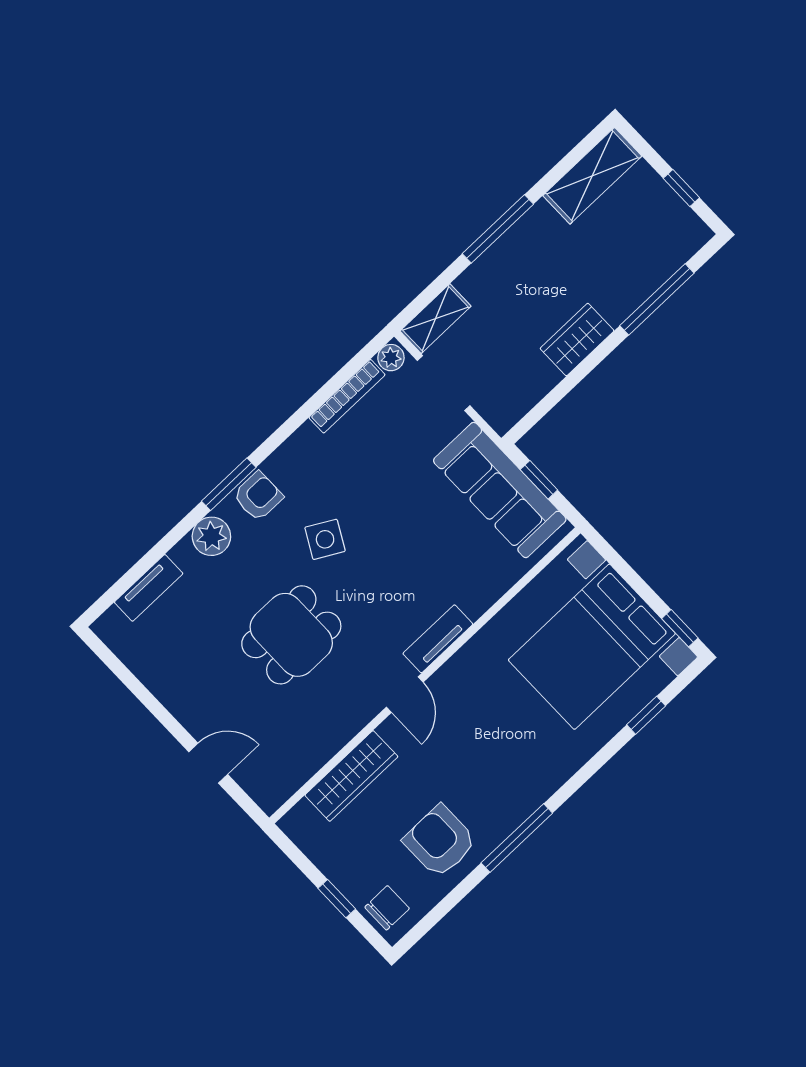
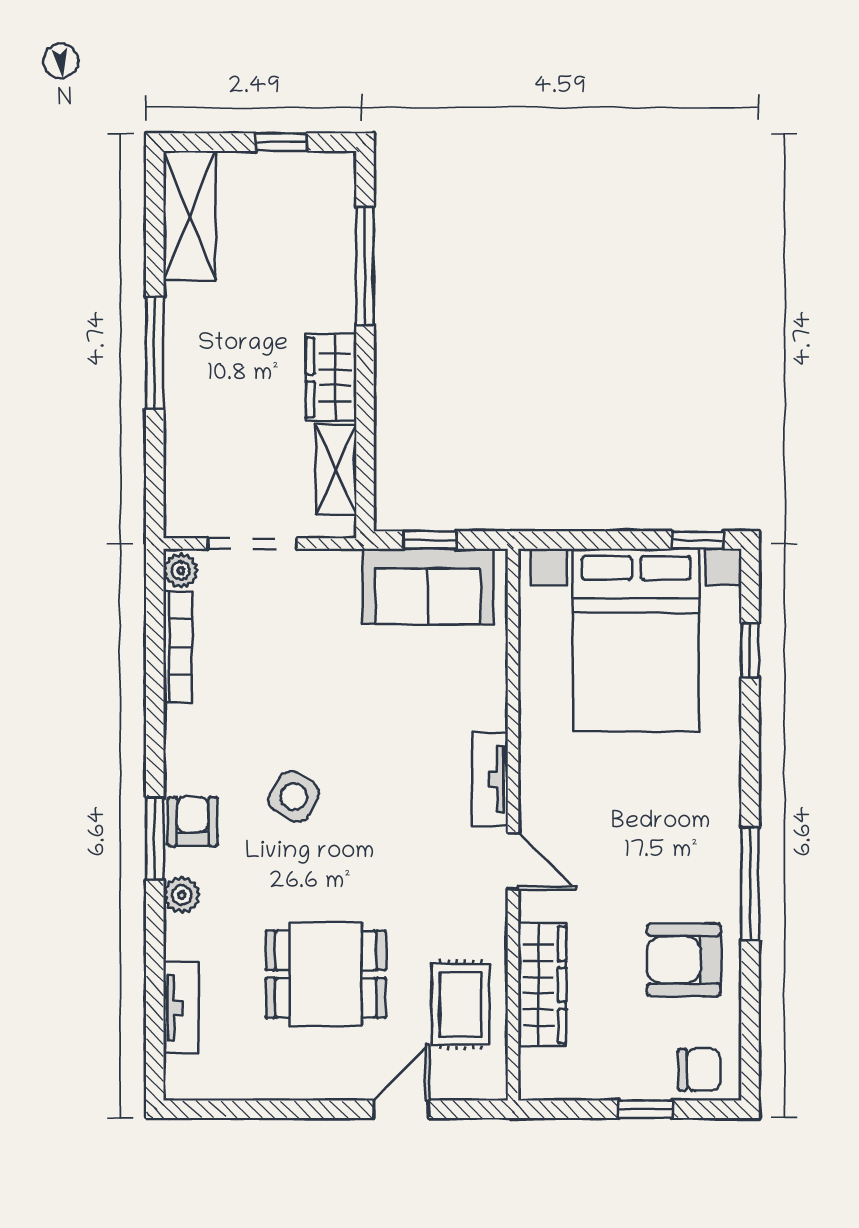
shelving: (435, 319) -> (336, 470), moved
sofa: (500, 490) -> (428, 587), width x0.73
plant: (211, 536) -> (182, 895), width x0.73, depth x0.73
dining table: (291, 635) -> (326, 974), moved, turned 90
rug: (298, 741) -> (461, 1004), added
chair: (387, 908) -> (699, 1070), turned 90

